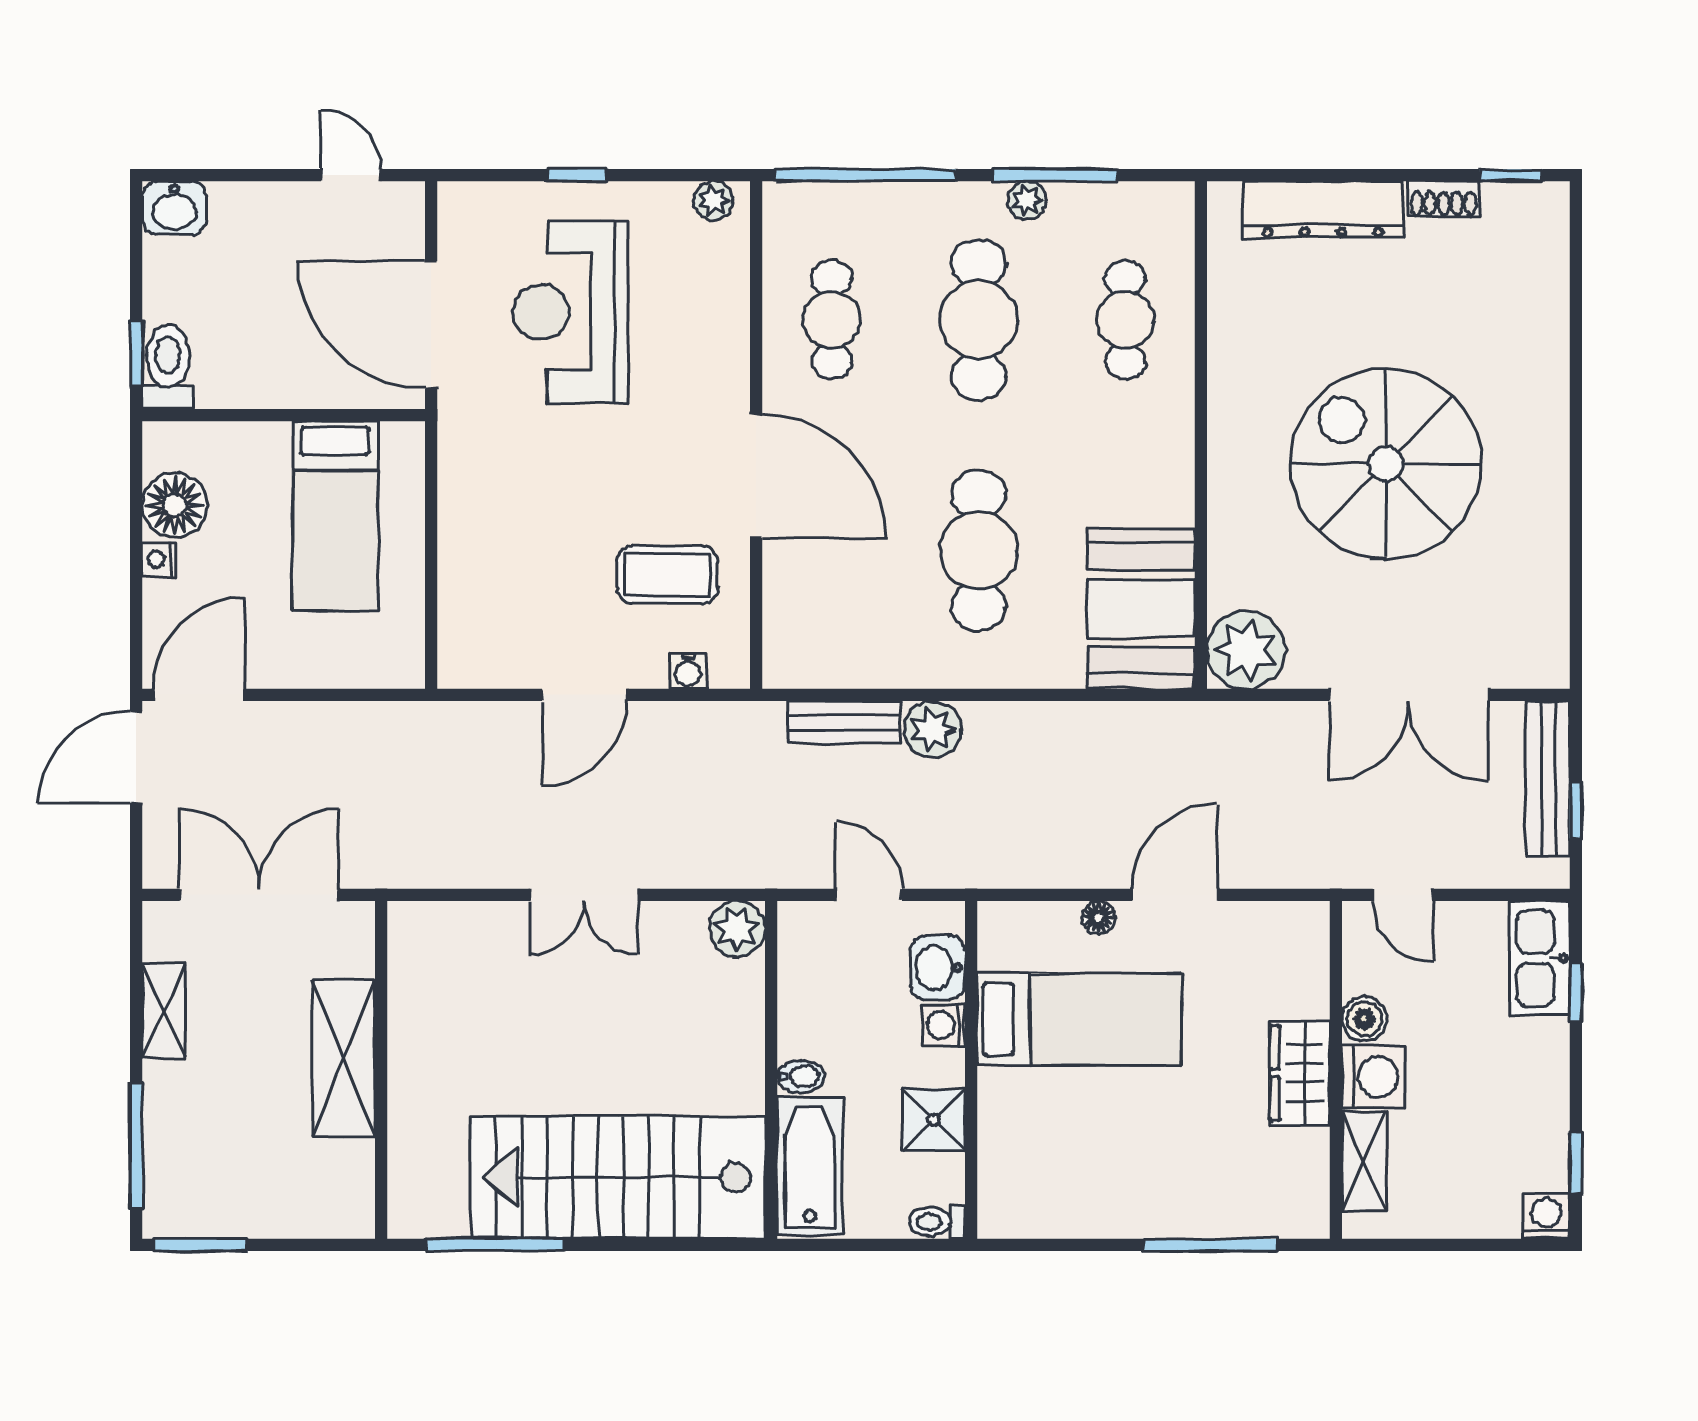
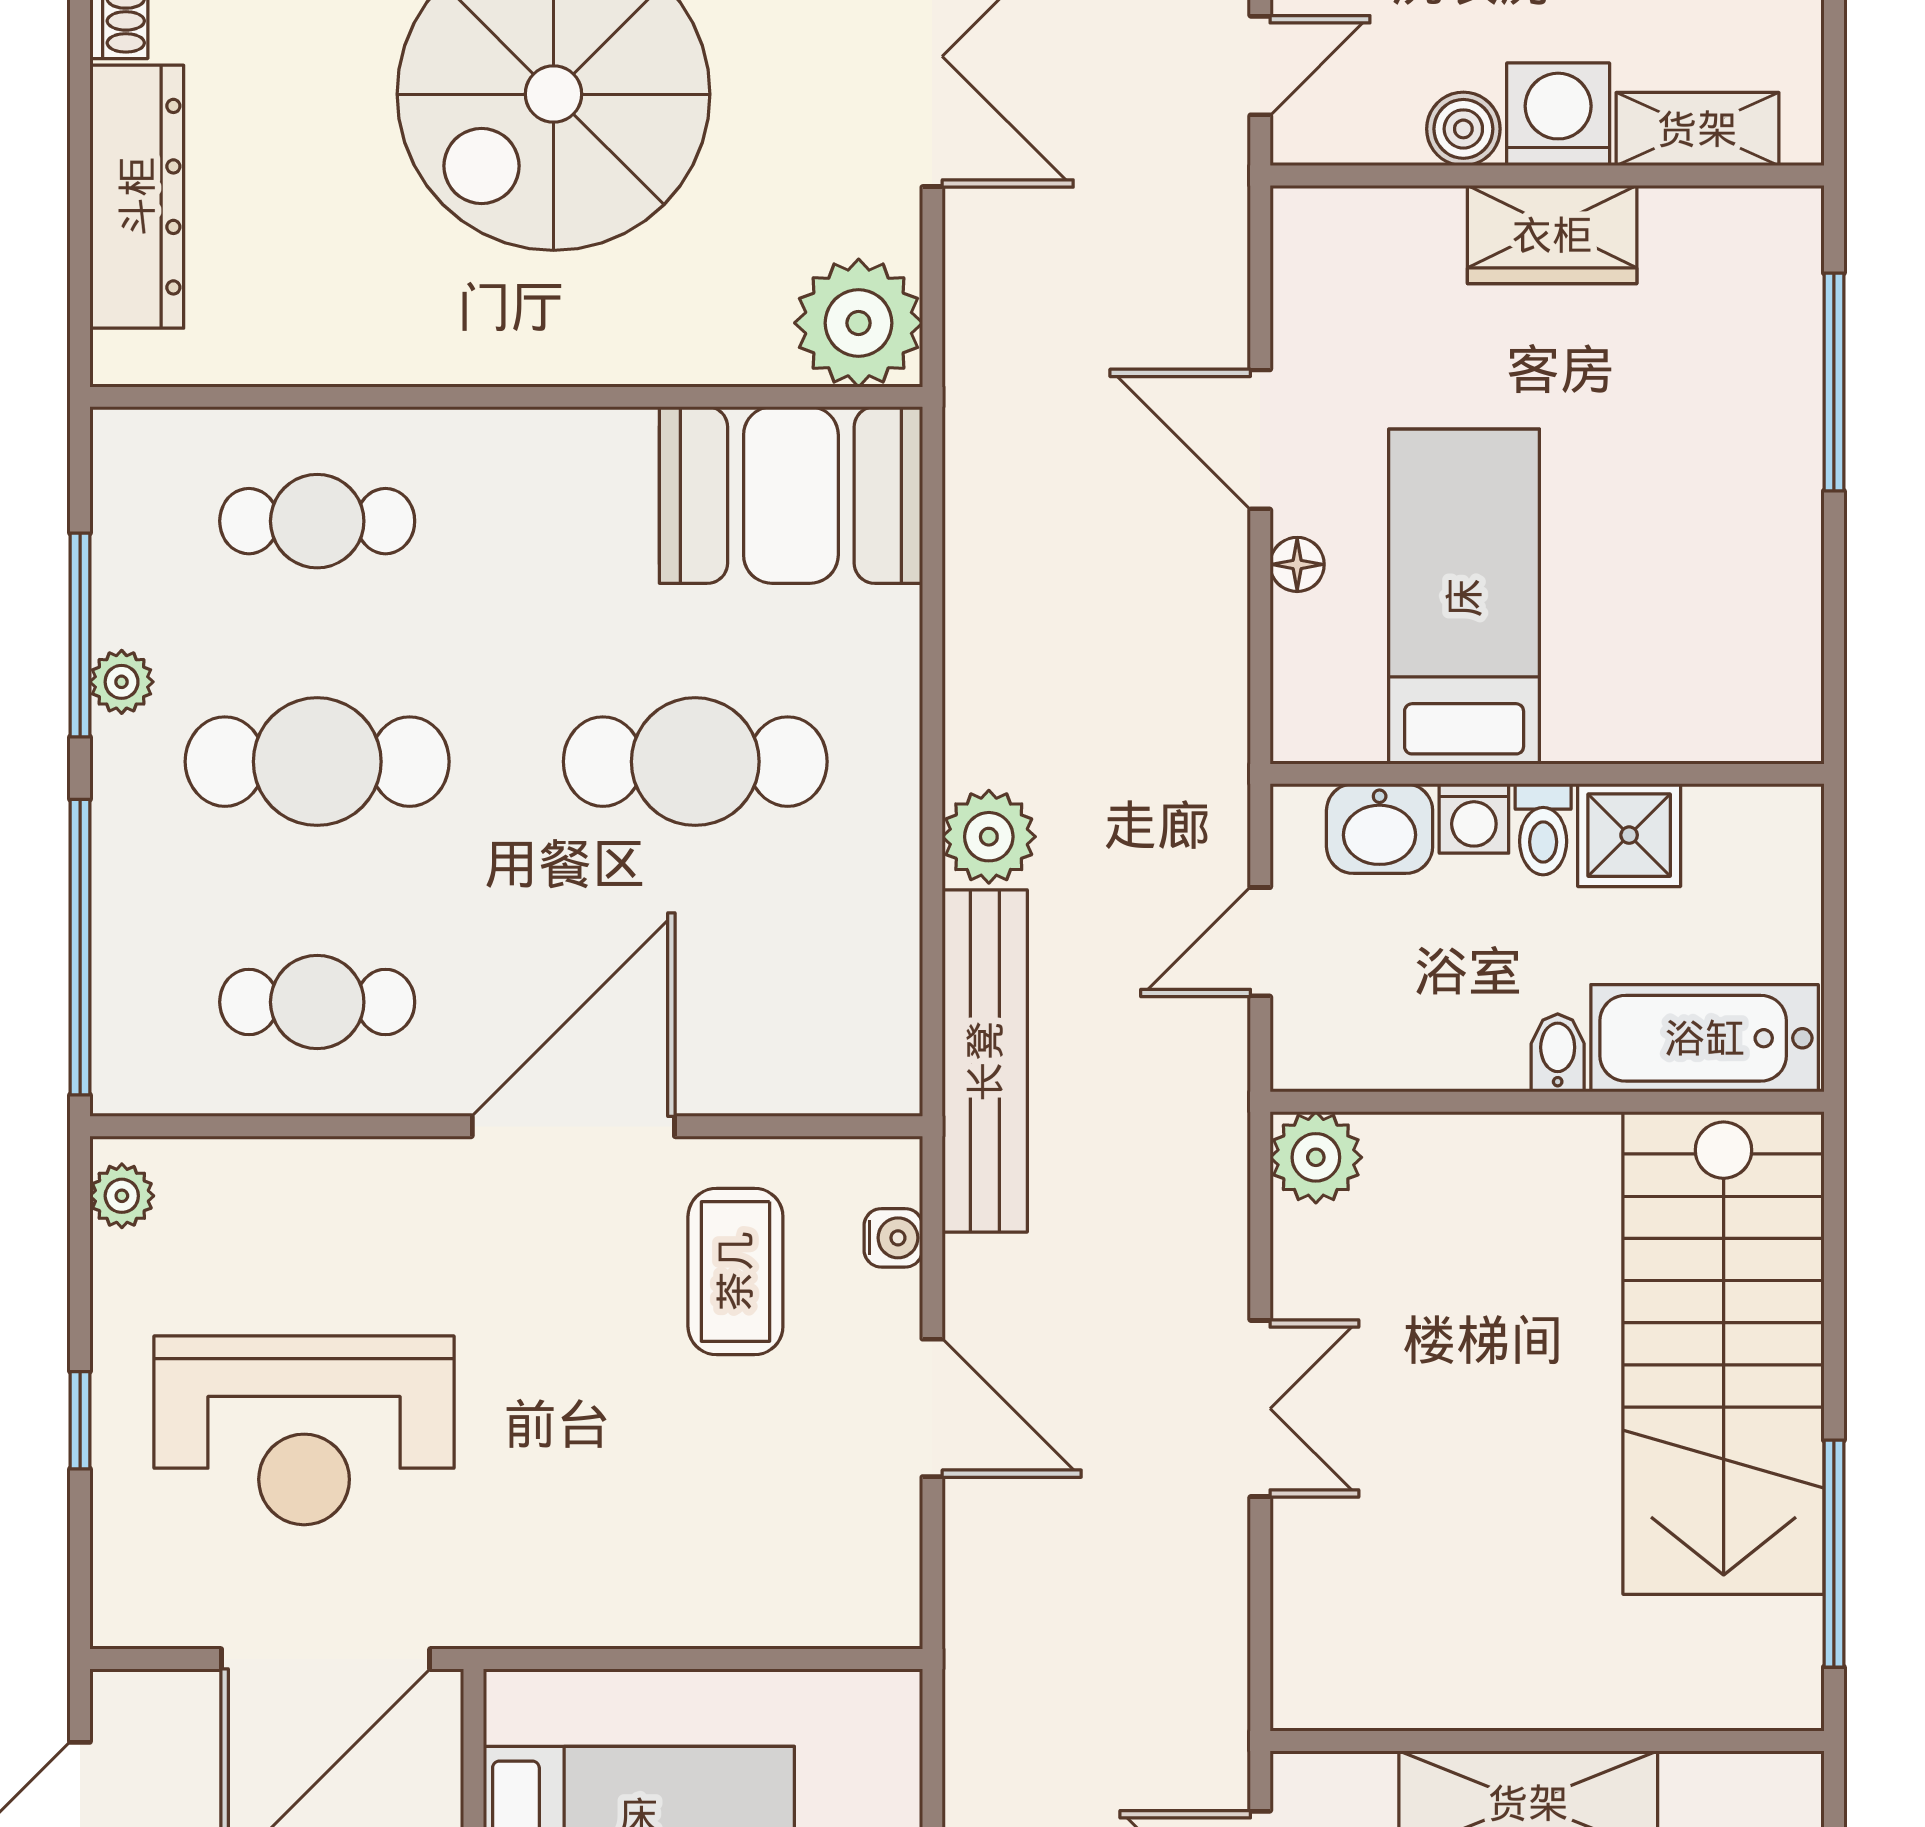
bench: (844, 722) -> (985, 1061), width x1.86, depth x1.21
toilet: (937, 1222) -> (1543, 829), moved

